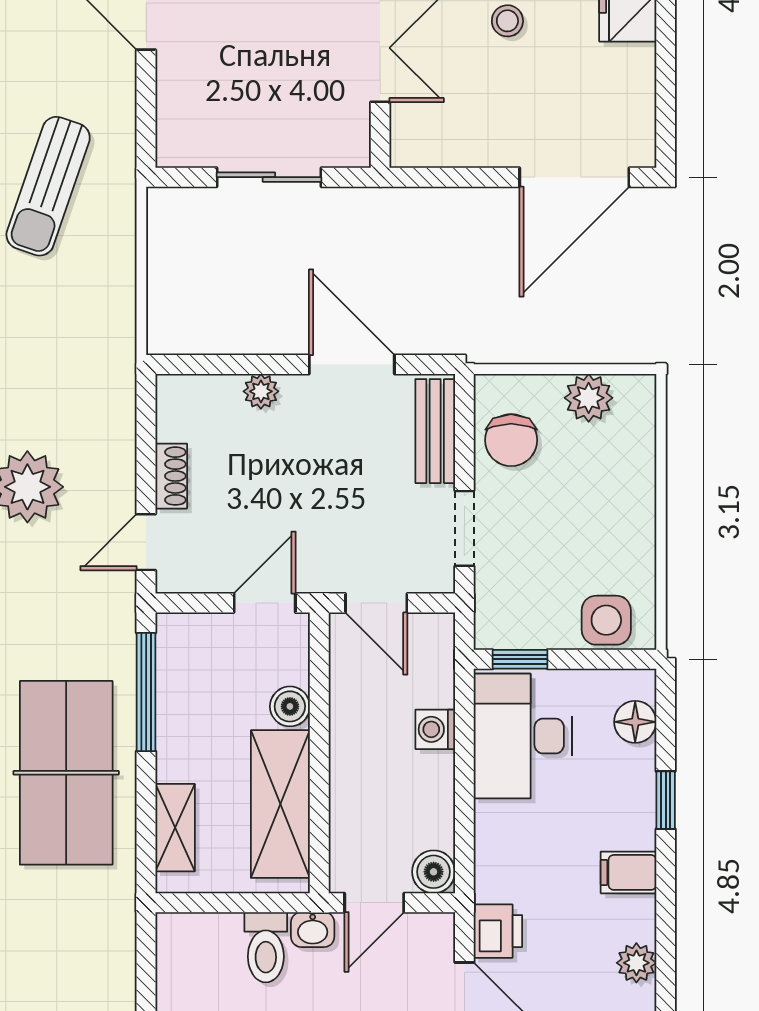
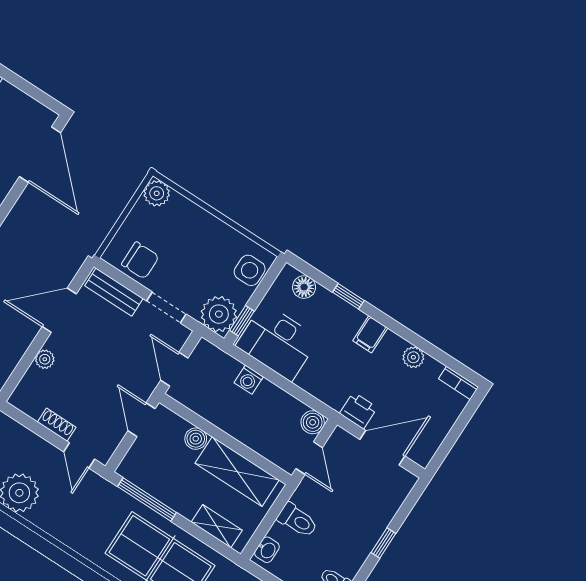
plant: (589, 398) -> (157, 193), moved
door: (376, 603) -> (174, 369), swing flipped
plant: (507, 617) -> (219, 314), added
washbasin: (313, 930) -> (267, 550), moved

